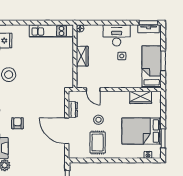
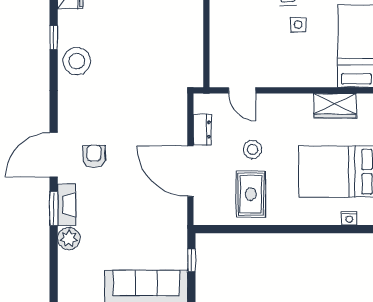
wardrobe: (82, 56) -> (221, 25), removed

